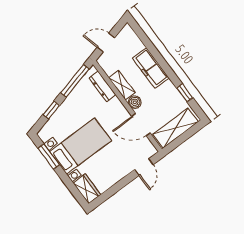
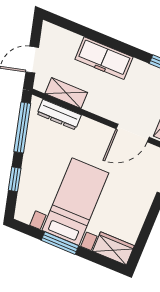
shelving: (122, 85) -> (66, 93), moved
boiler: (135, 102) -> (109, 111), removed
window: (49, 157) -> (60, 243), moved

